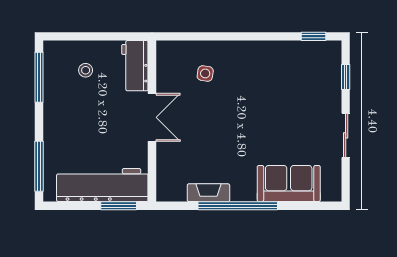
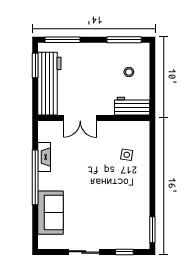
window: (314, 36) -> (152, 230), width x1.50
double door: (152, 117) -> (80, 118), moved
window: (119, 206) -> (35, 66), moved

